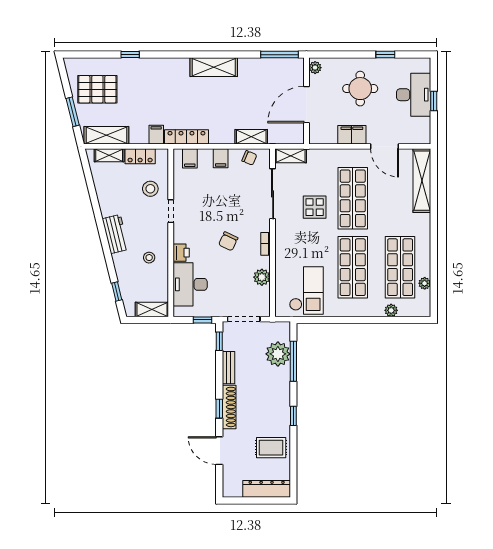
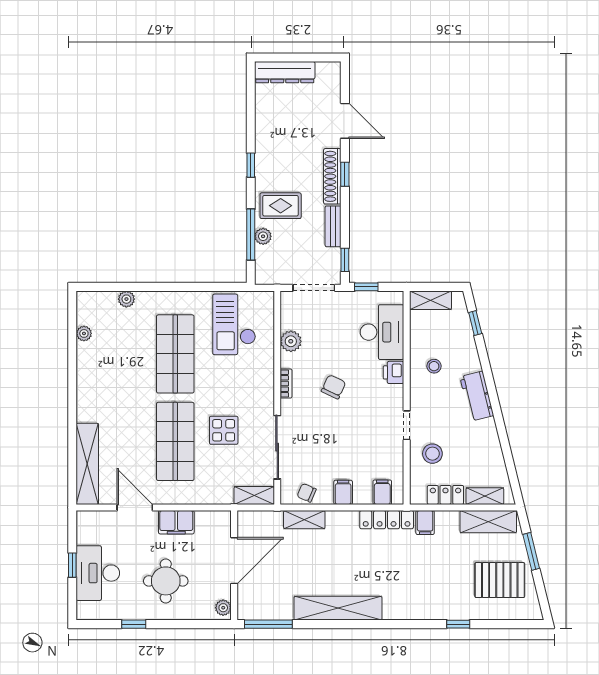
shelving: (214, 67) -> (338, 608), width x1.47
shop shelf: (400, 267) -> (115, 354), removed
plant: (278, 354) -> (263, 236), width x0.53, depth x0.53
rug: (271, 448) -> (281, 206), moved

